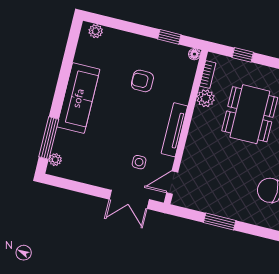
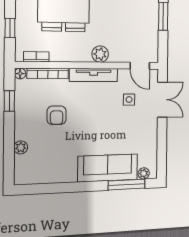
plant: (96, 31) -> (21, 147), moved
bookcase: (188, 82) -> (48, 73), added
sofa: (78, 98) -> (108, 168), moved
plant: (206, 98) -> (100, 54), moved

